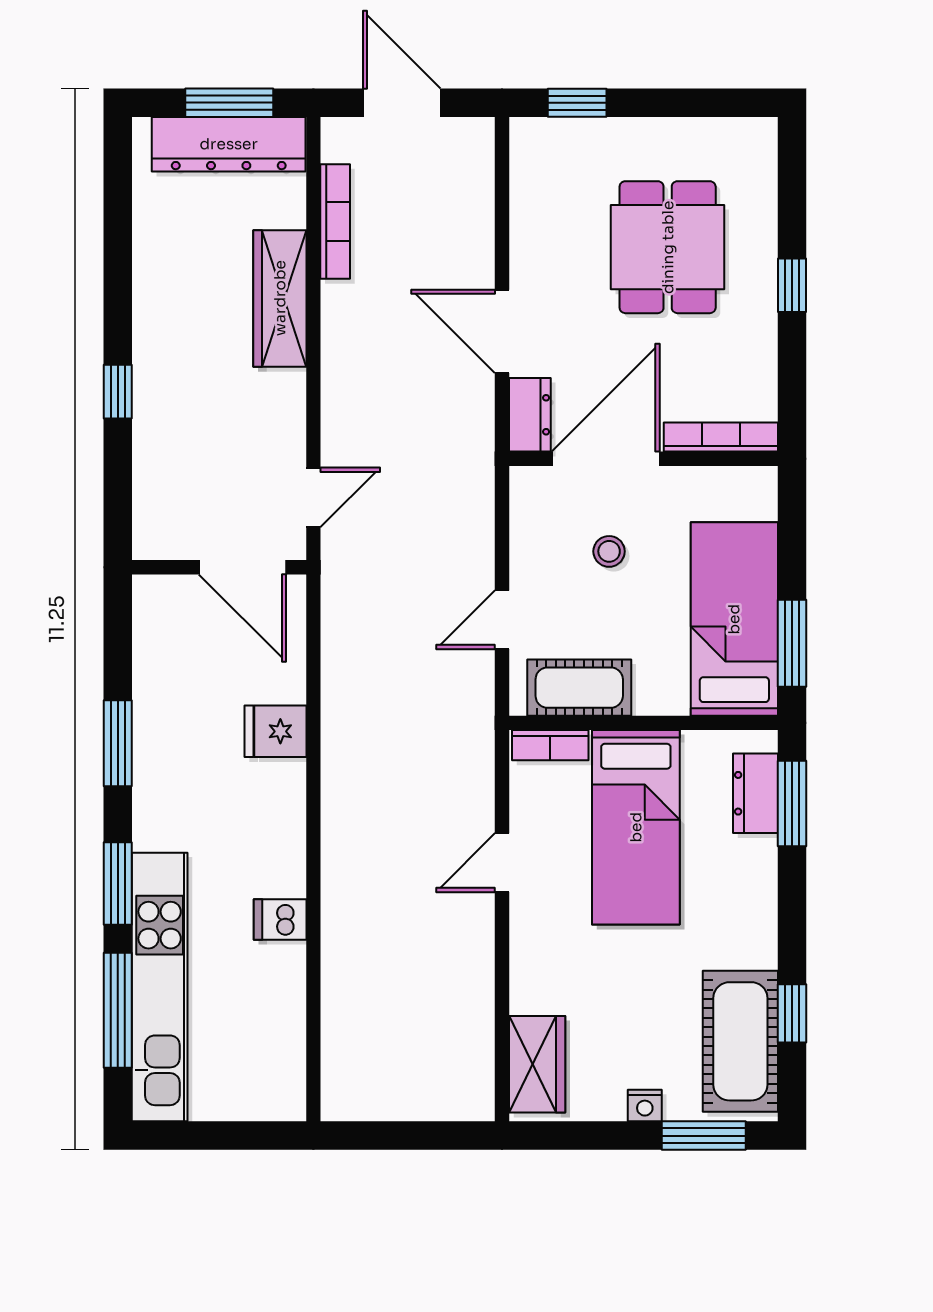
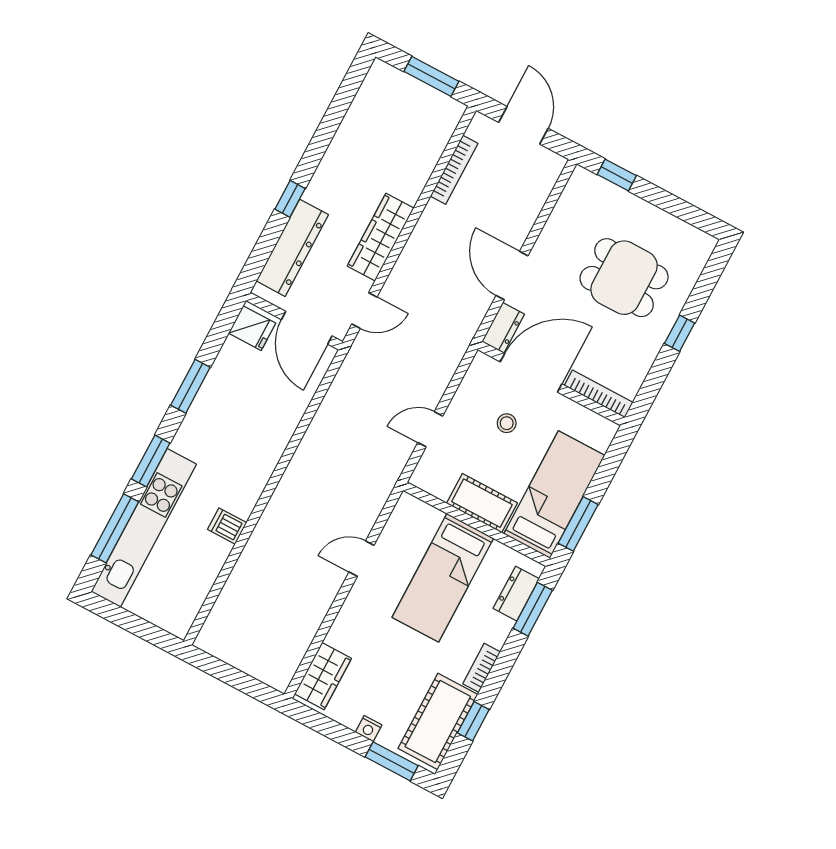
dresser: (229, 144) -> (292, 248), moved, turned -90
dining table: (668, 247) -> (624, 278), turned 90
wardrobe: (280, 298) -> (381, 237), moved
cot: (579, 688) -> (482, 503), moved
fridge: (275, 731) -> (252, 328), moved, turned 180
bookcase: (550, 745) -> (482, 668), moved, turned 90

